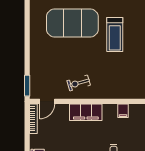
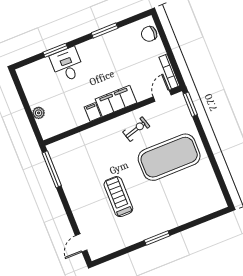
exercise mat: (72, 23) -> (169, 157), moved
filing cabinet: (123, 111) -> (93, 112), moved

